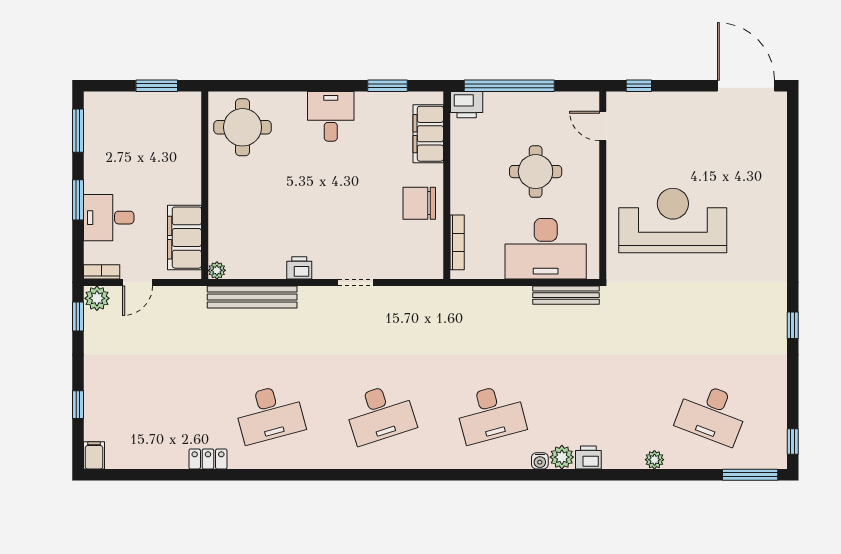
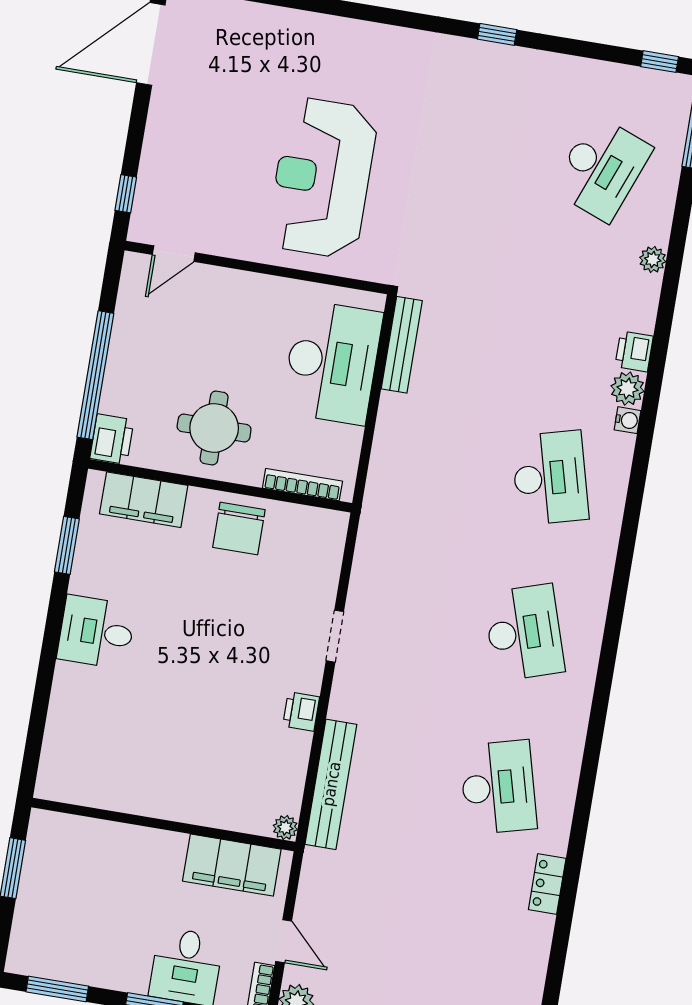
round table: (243, 127) -> (91, 758), removed
round table: (536, 172) -> (214, 428), moved

